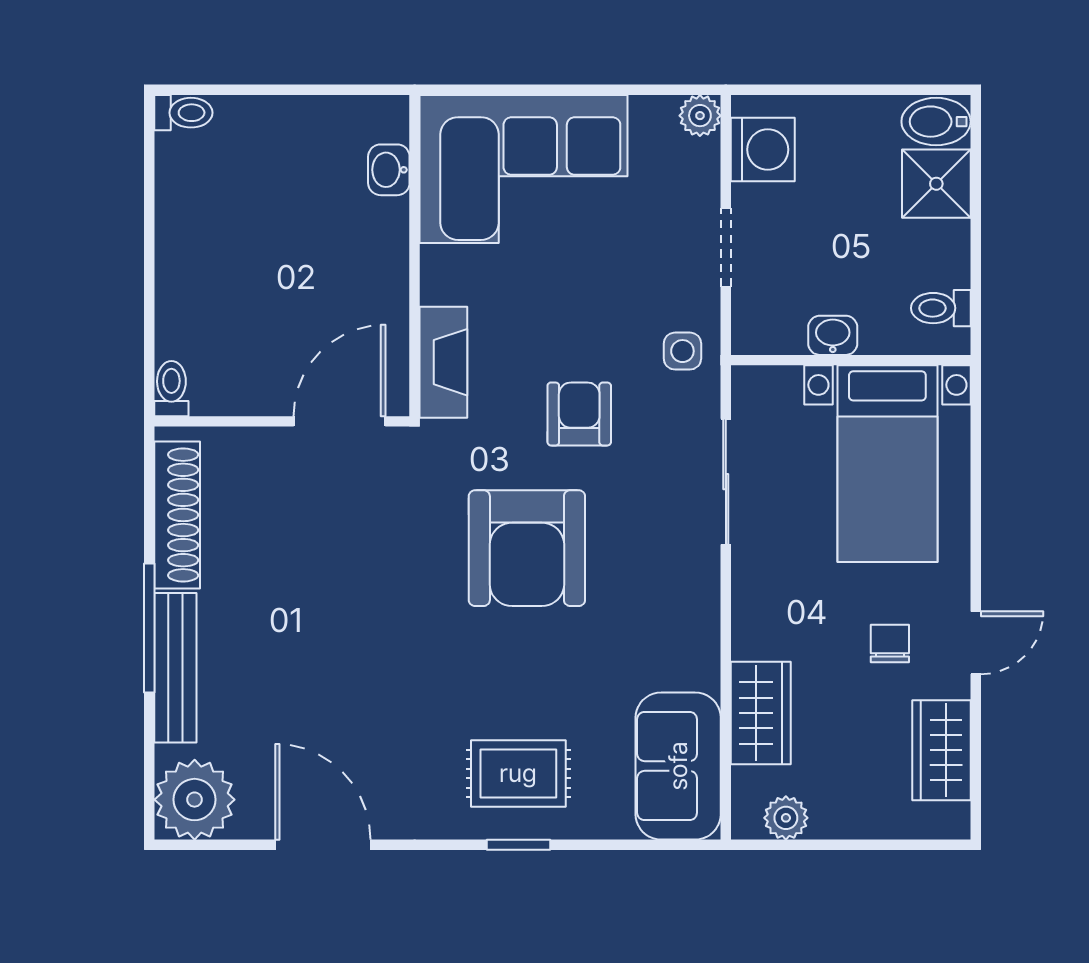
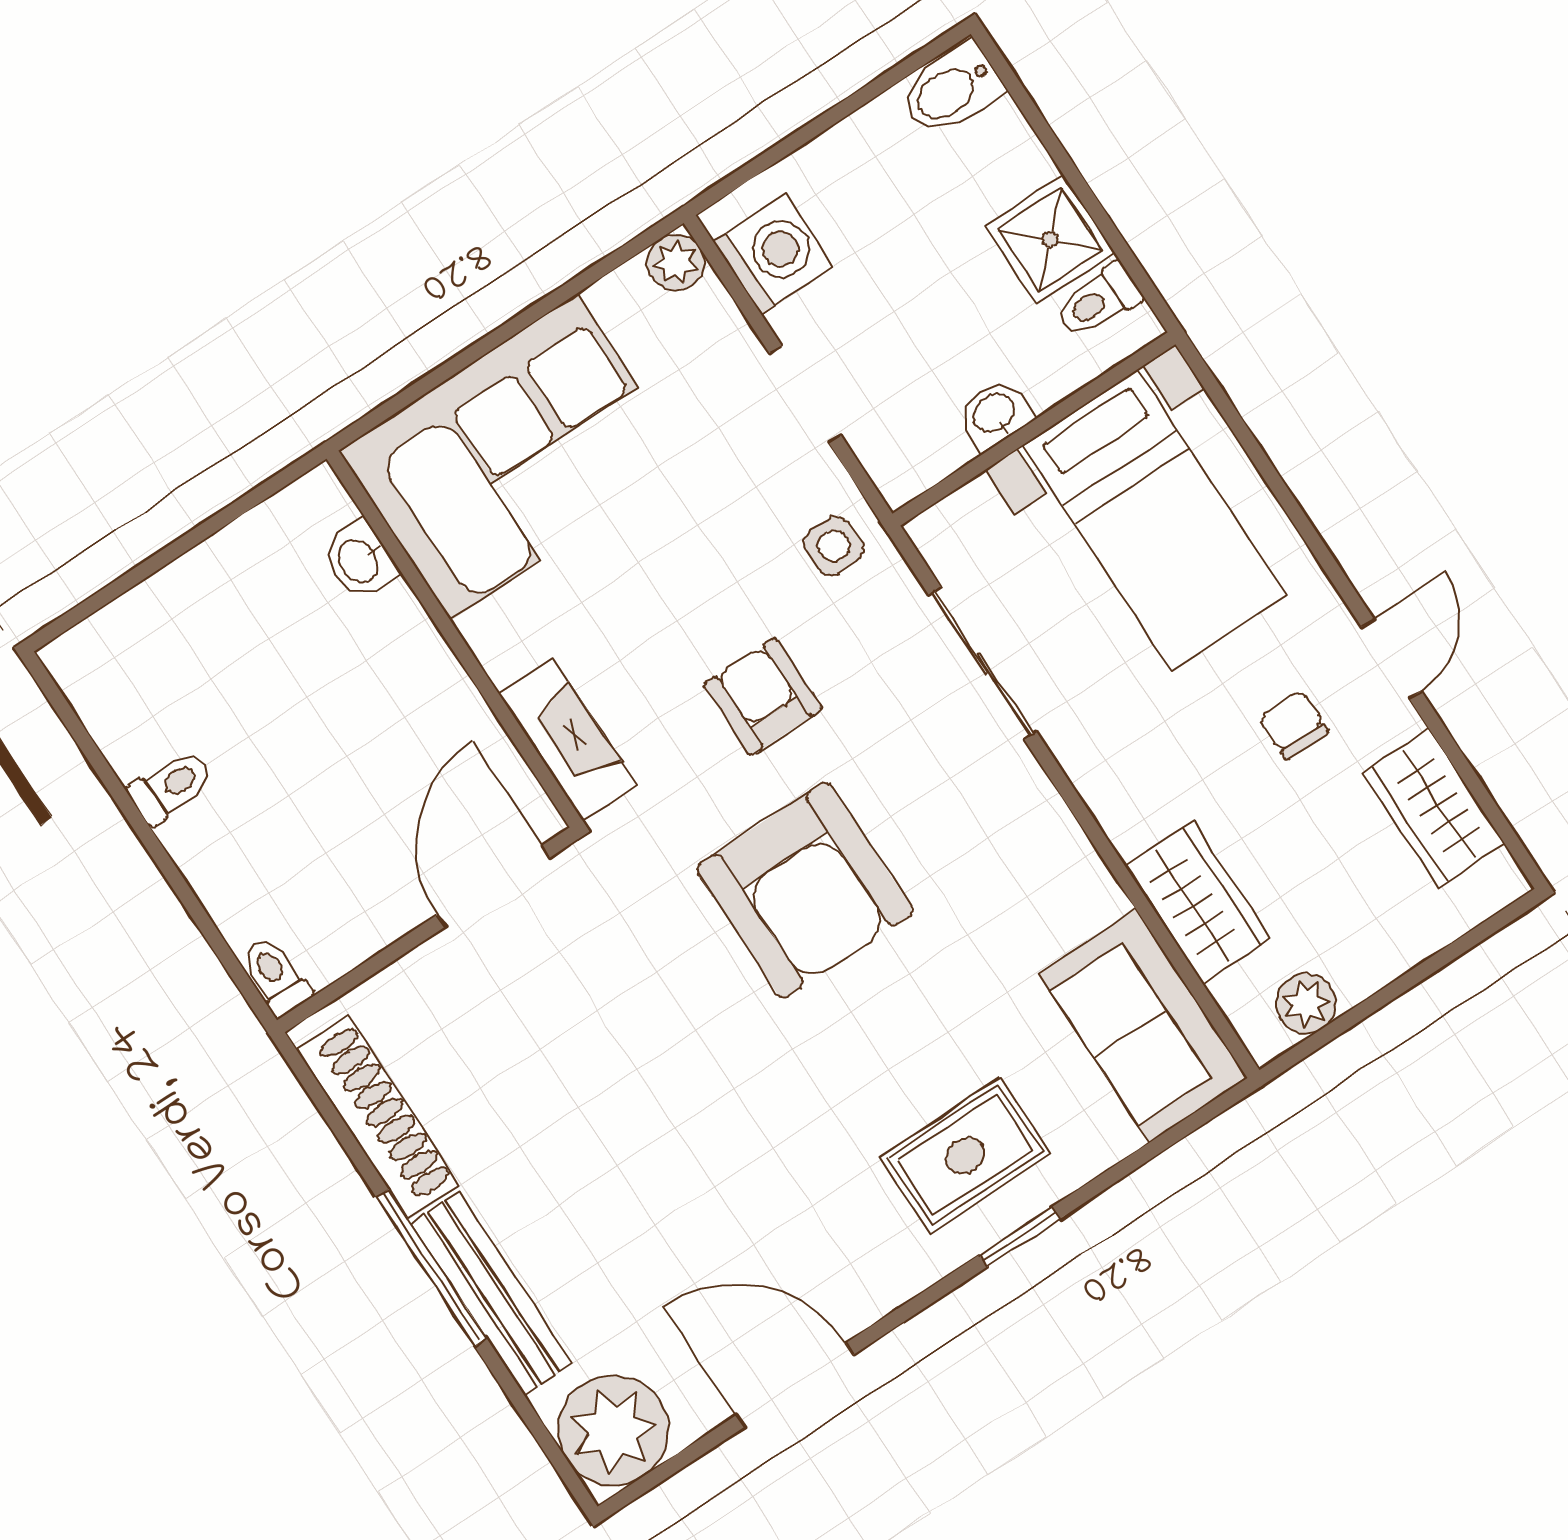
toilet: (183, 113) -> (171, 787), moved
shower: (936, 184) -> (1050, 239), moved

